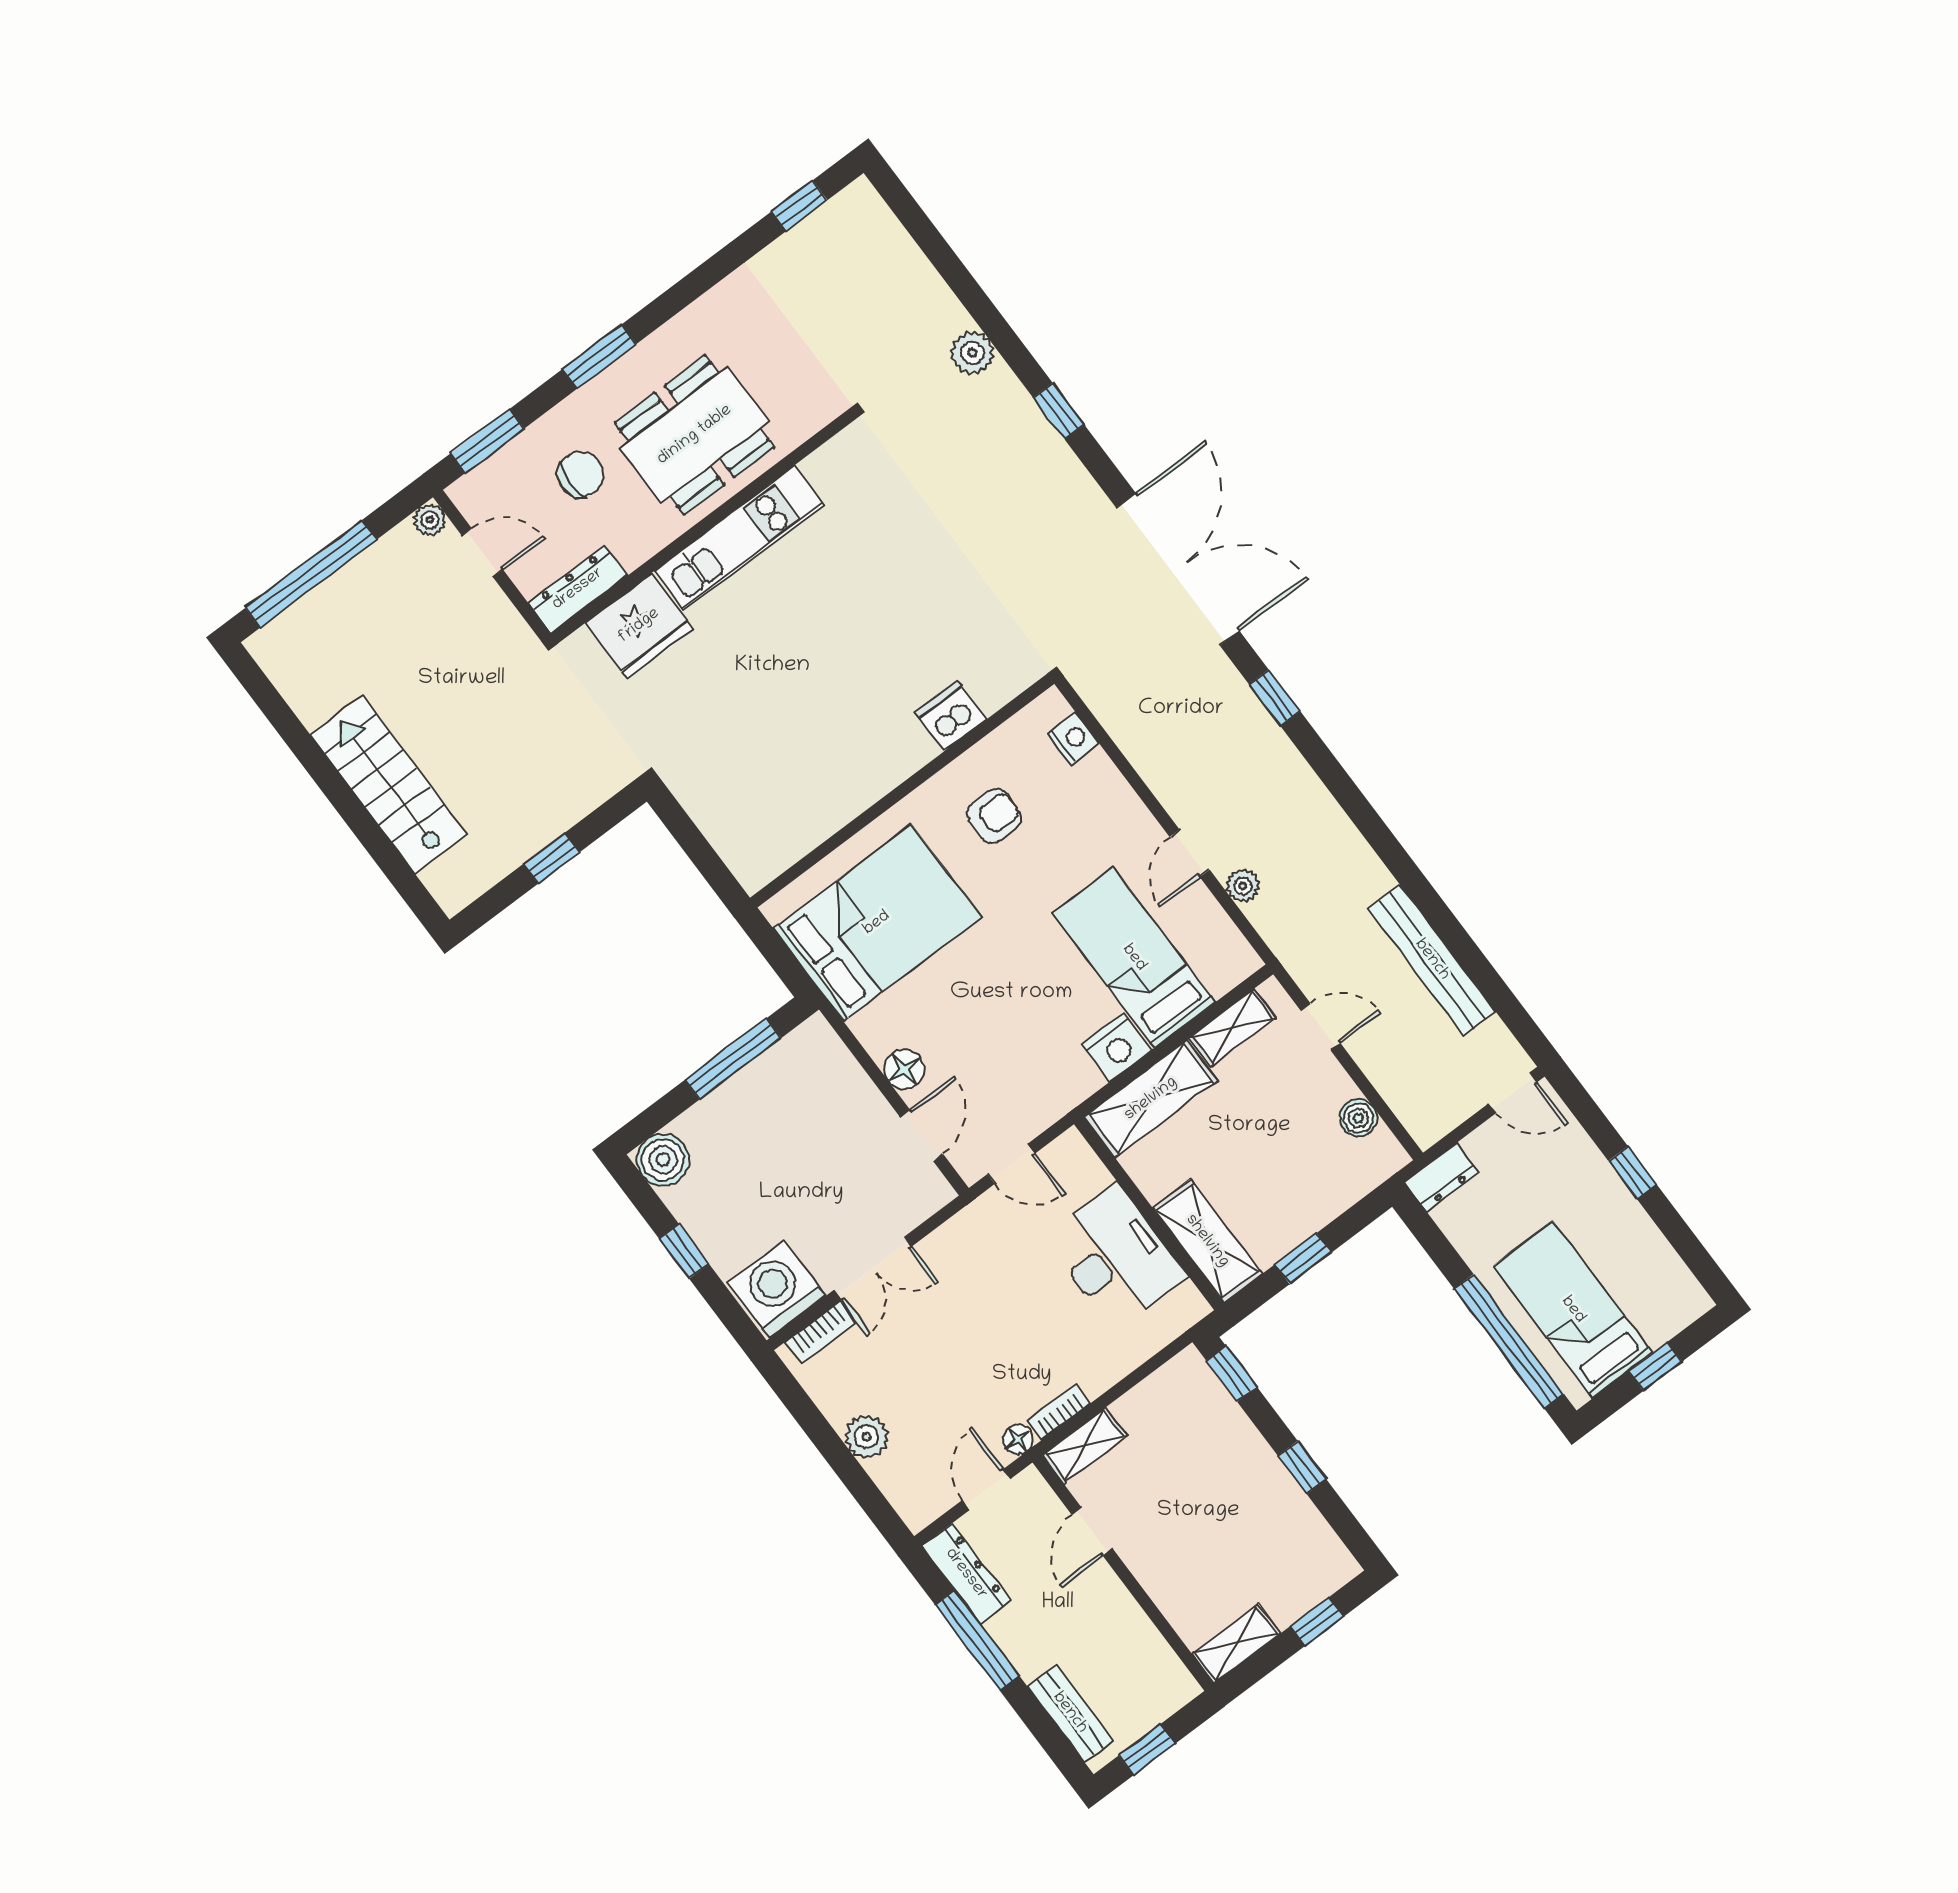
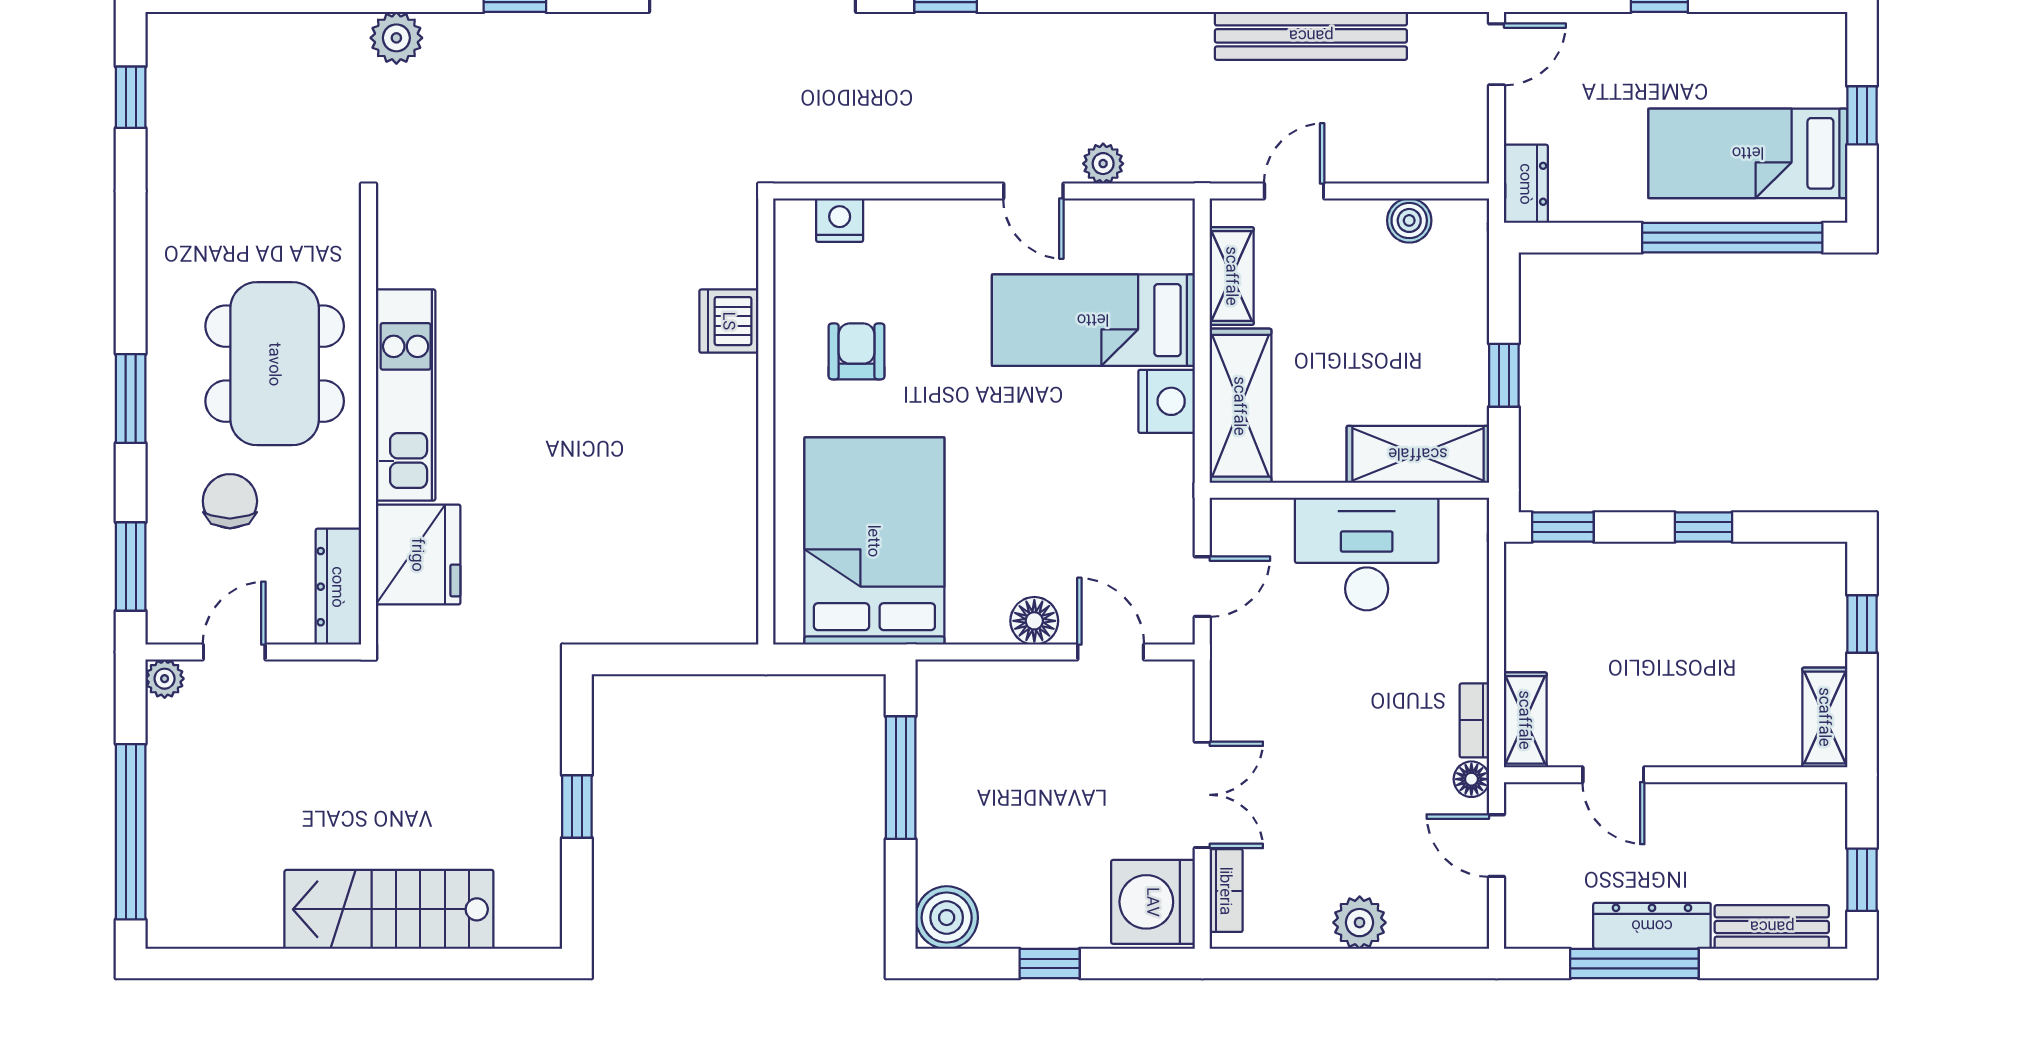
dresser: (966, 1574) -> (1652, 926), moved

